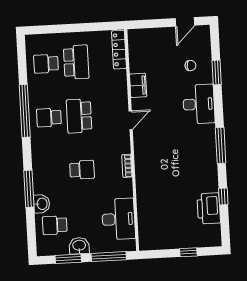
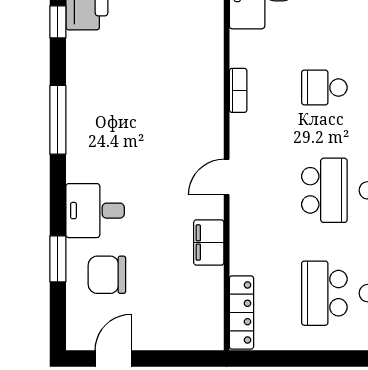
chair: (190, 66) -> (107, 275), width x1.87, depth x1.87
desk: (199, 104) -> (95, 211), width x0.73

